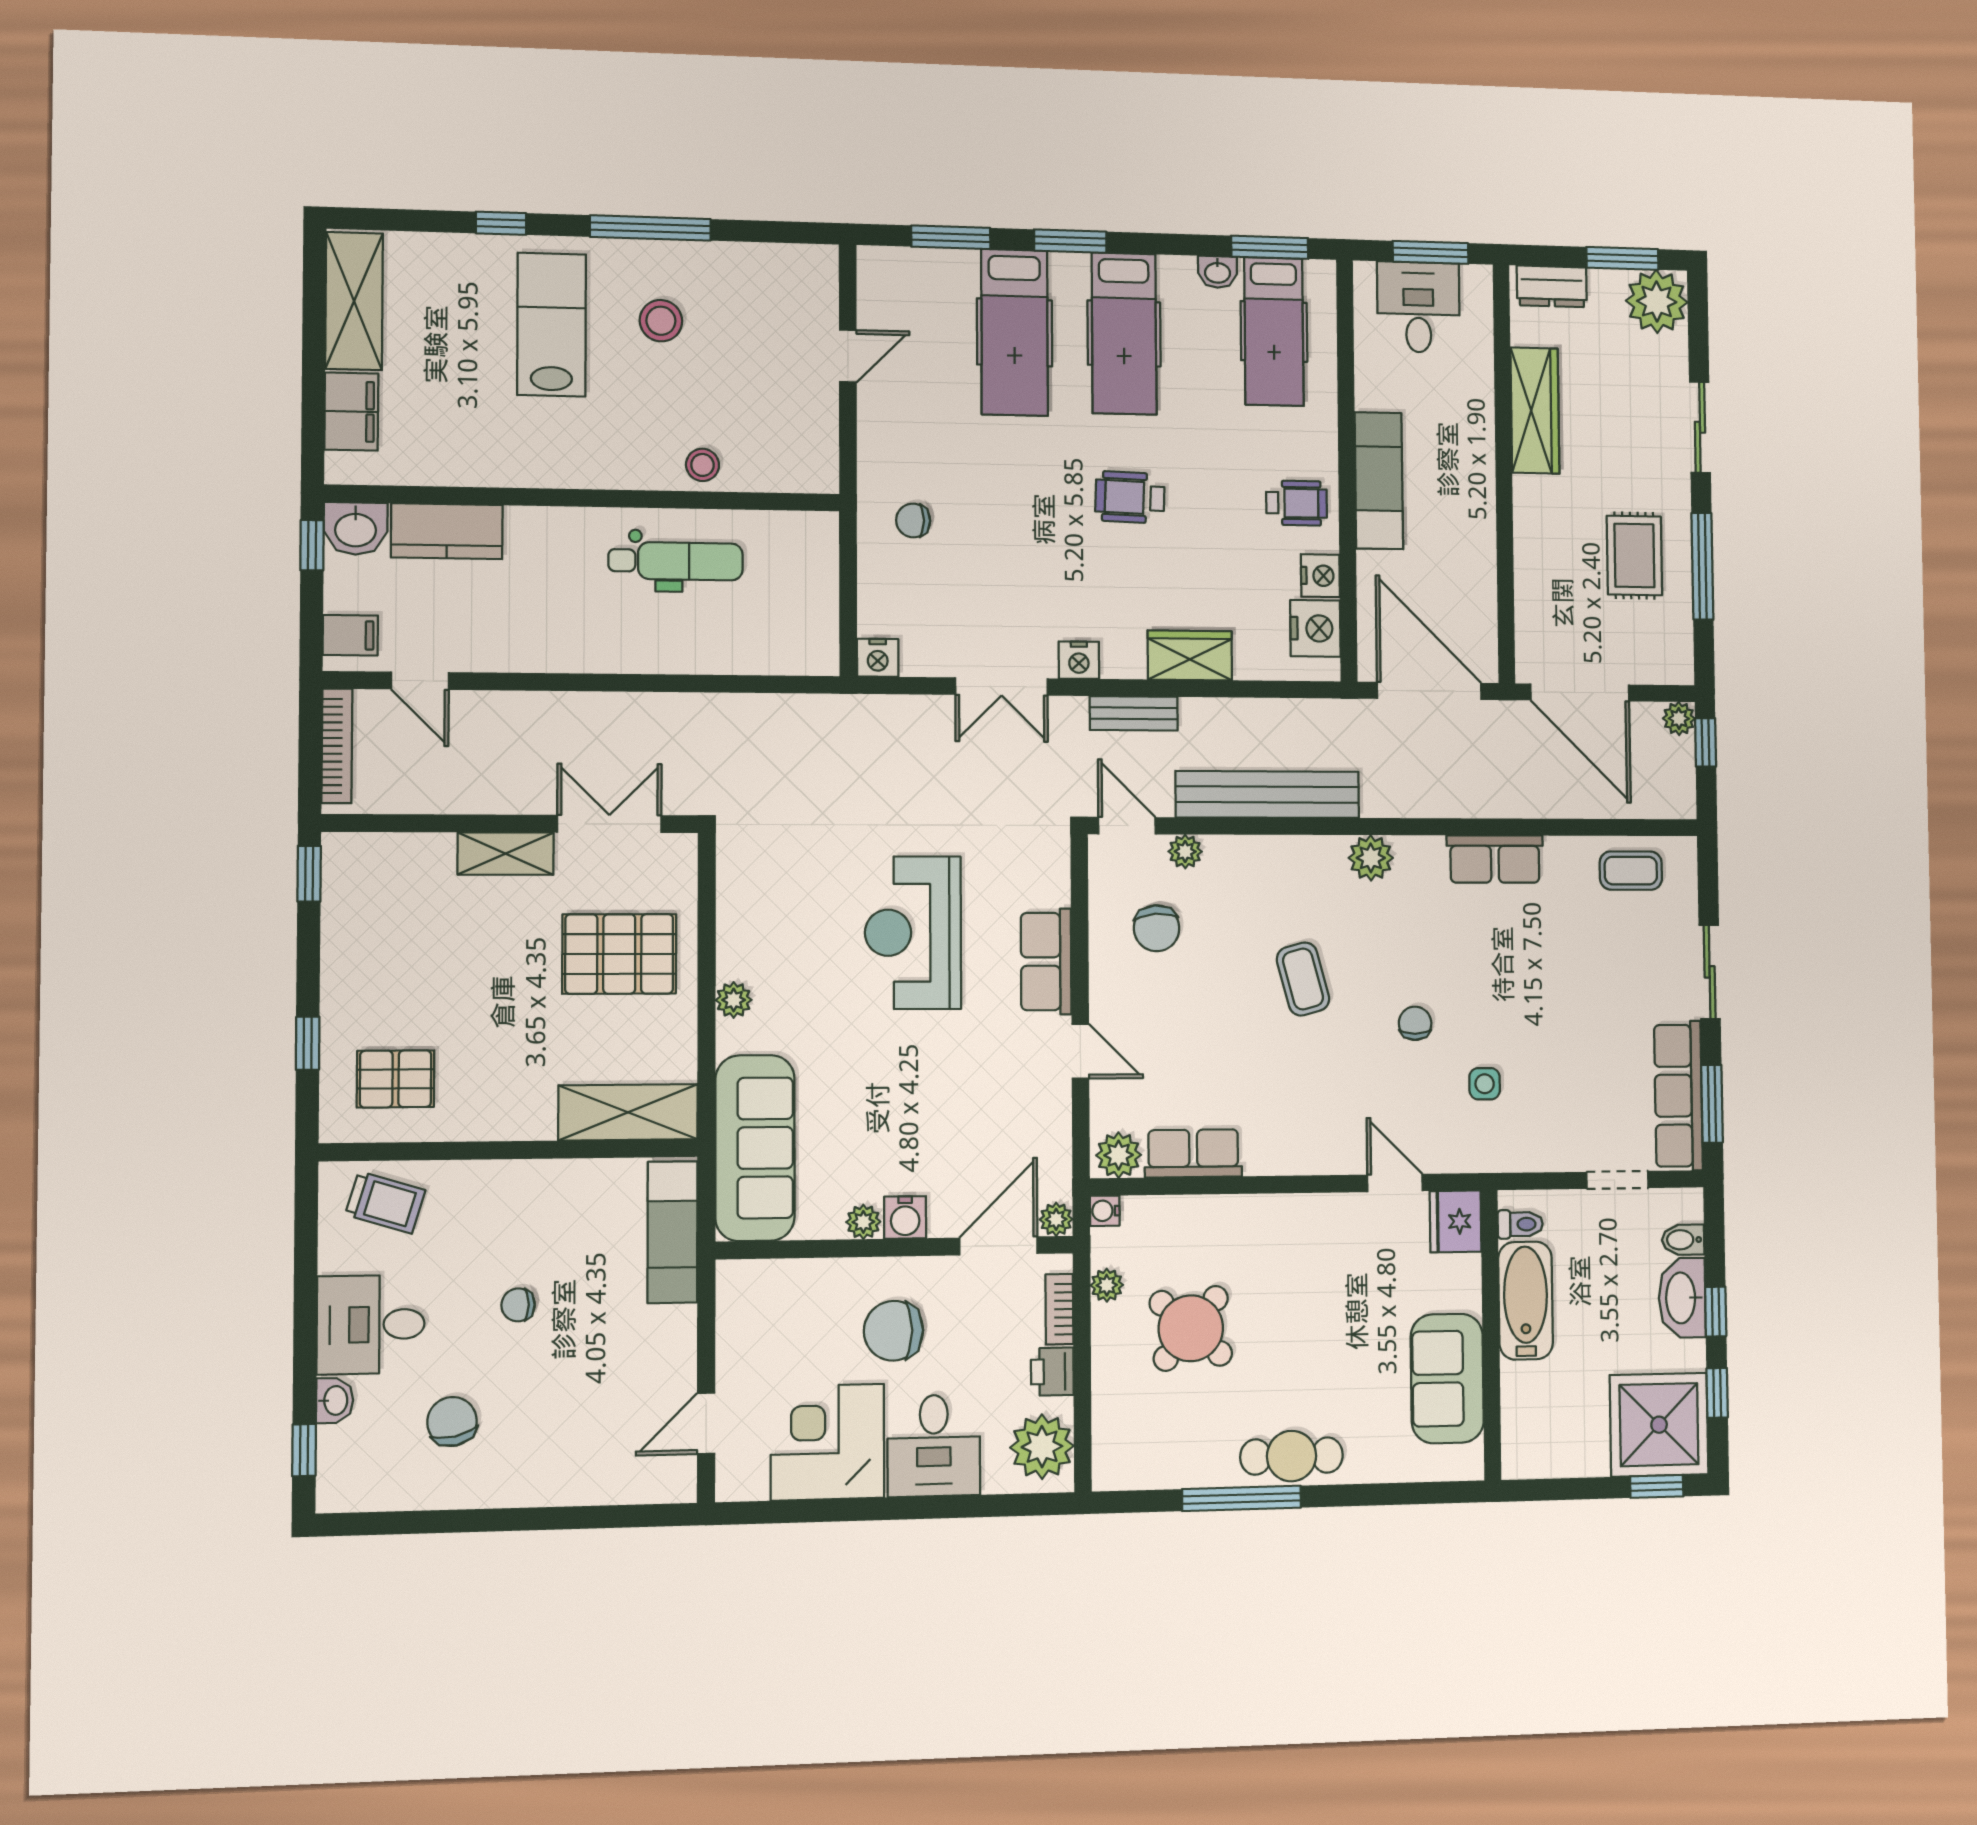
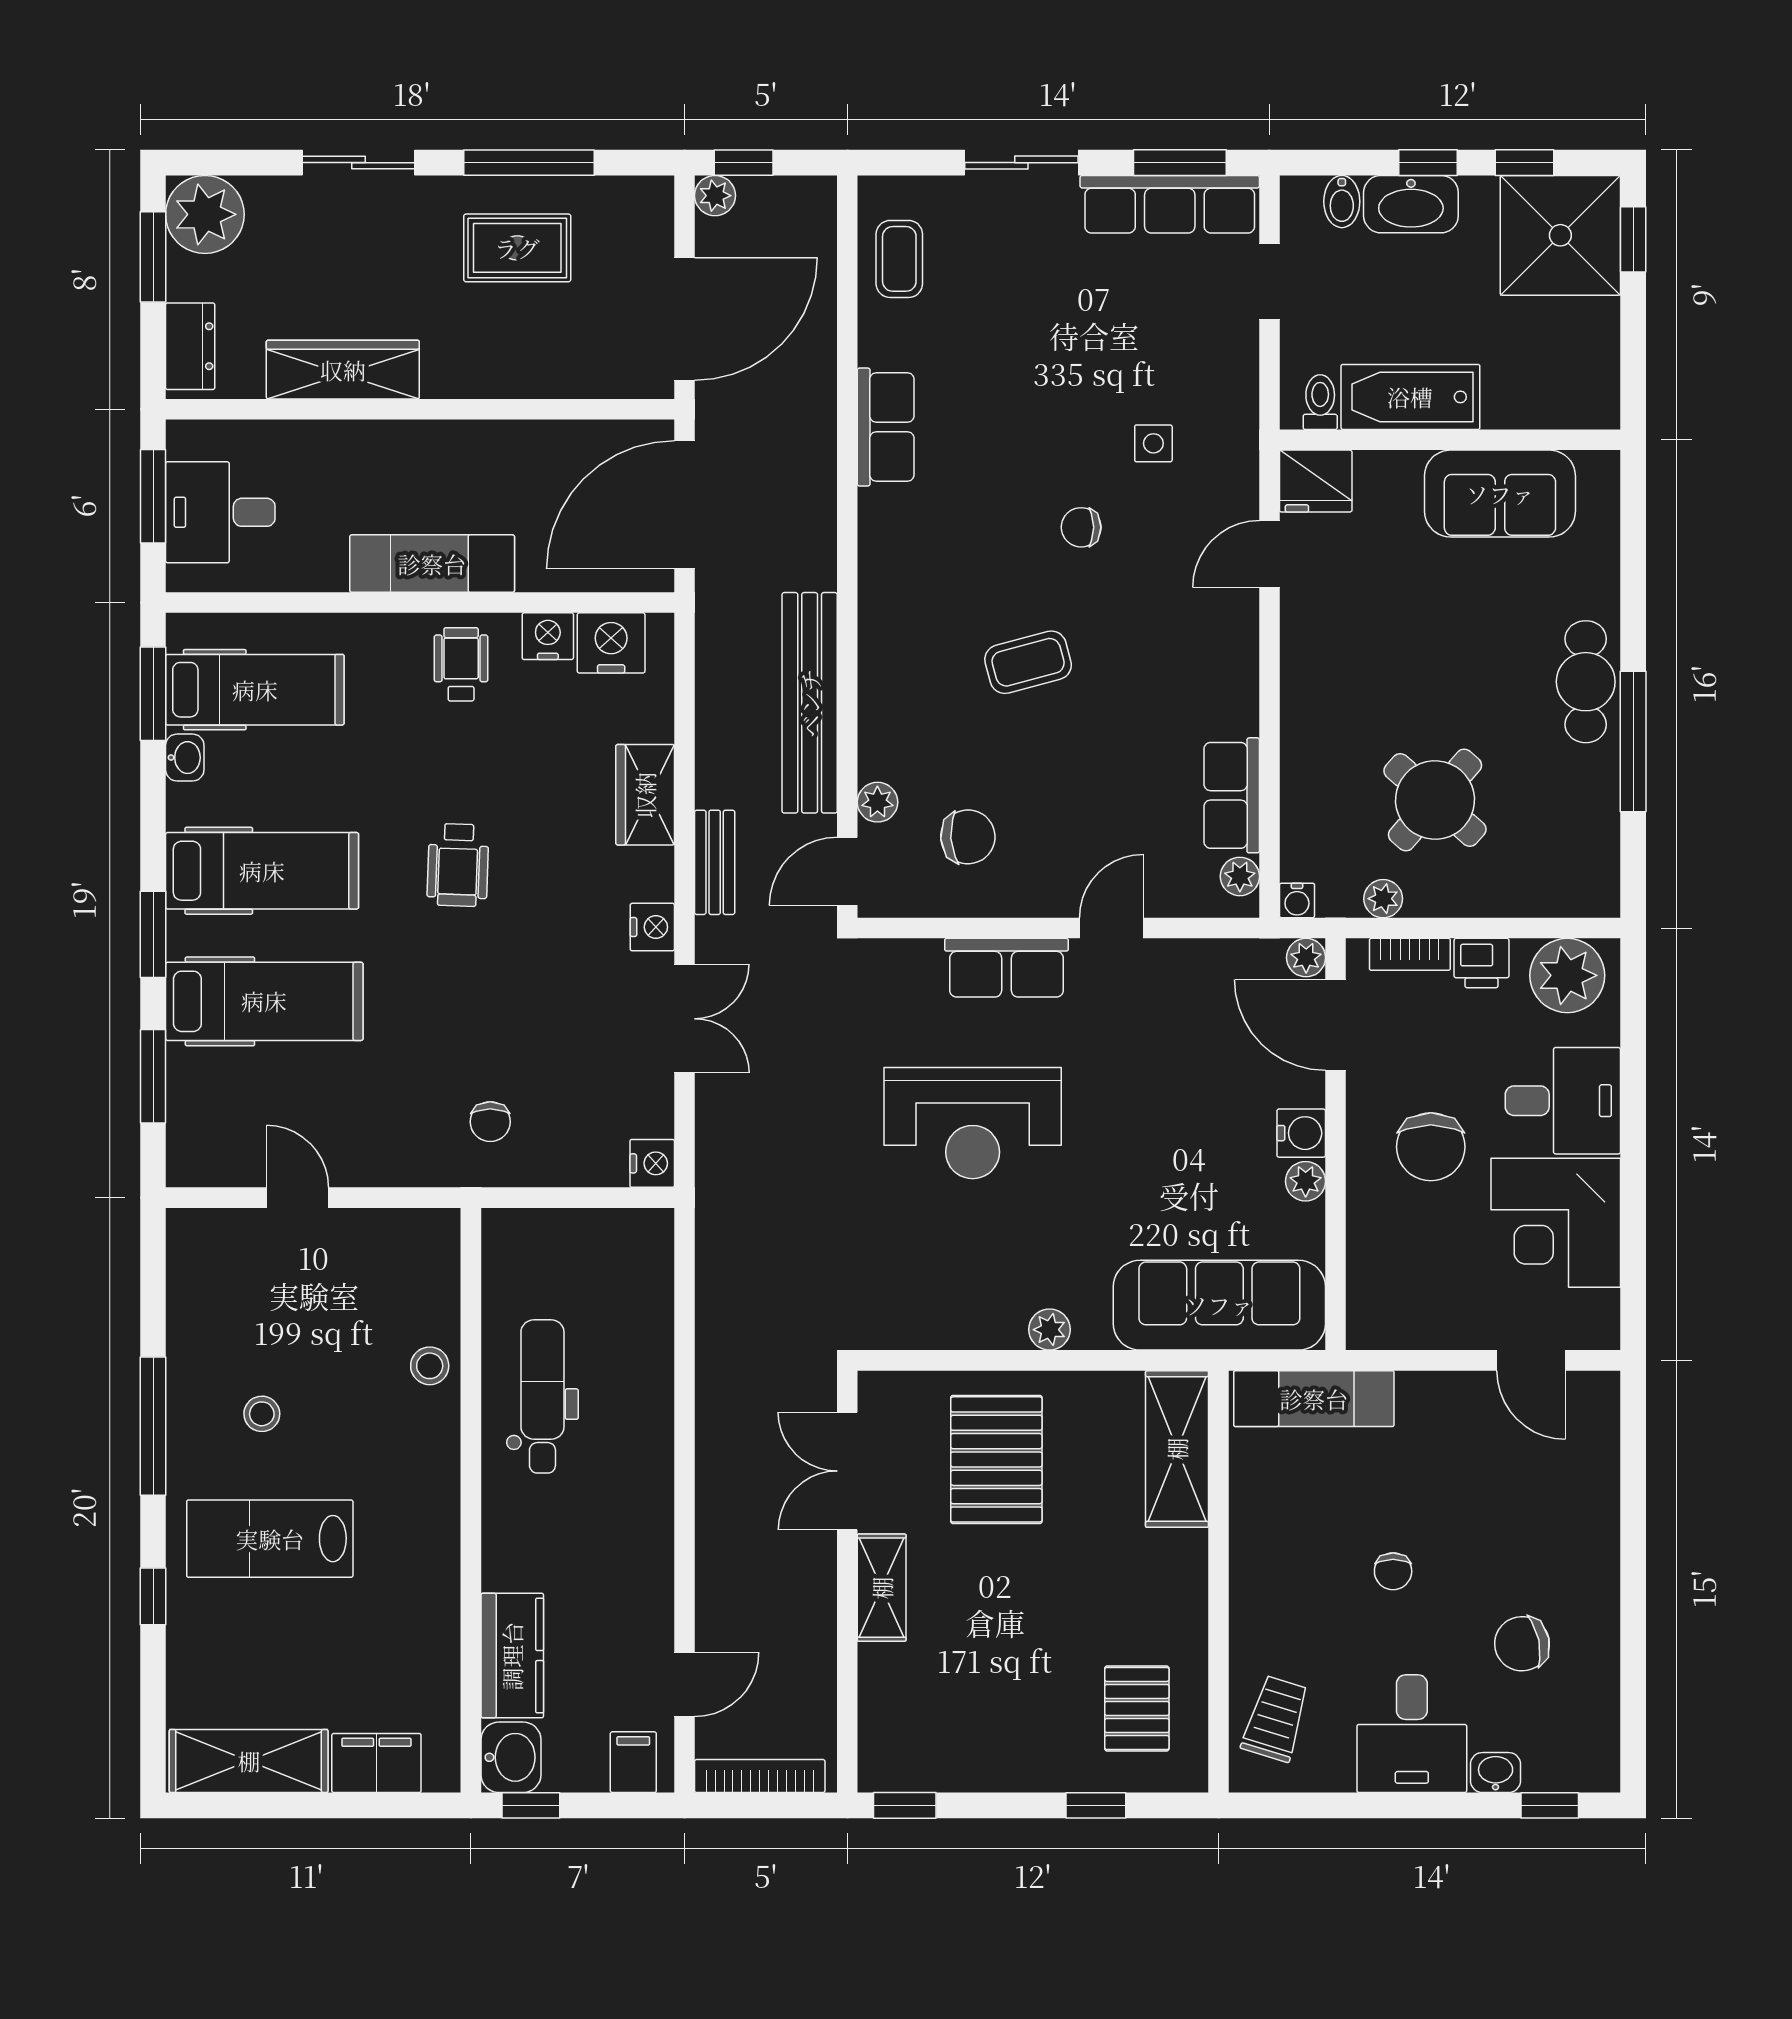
stool: (661, 321) -> (262, 1414), width x0.73, depth x0.73
plant: (1371, 858) -> (885, 579), removed
plant: (1119, 1155) -> (1240, 876), width x0.73, depth x0.73

